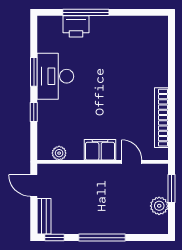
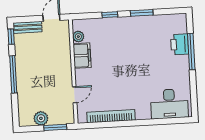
desk: (55, 76) -> (169, 104), moved, turned 180
filing cabinet: (100, 150) -> (82, 56), moved

